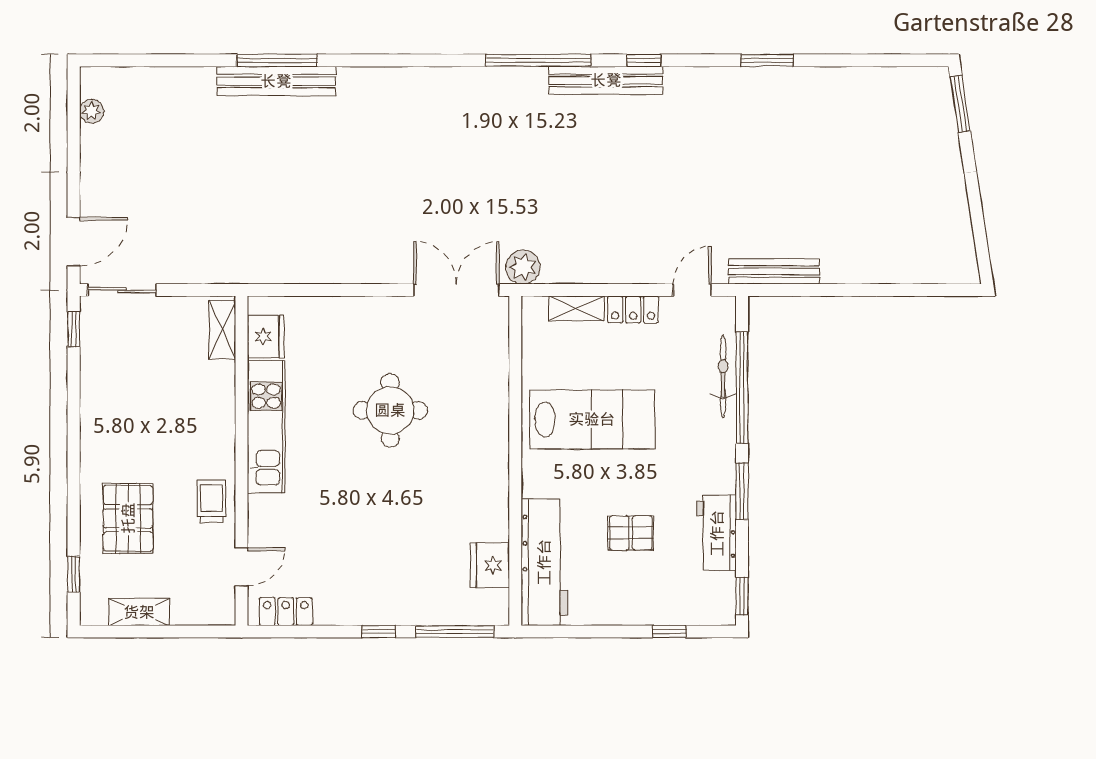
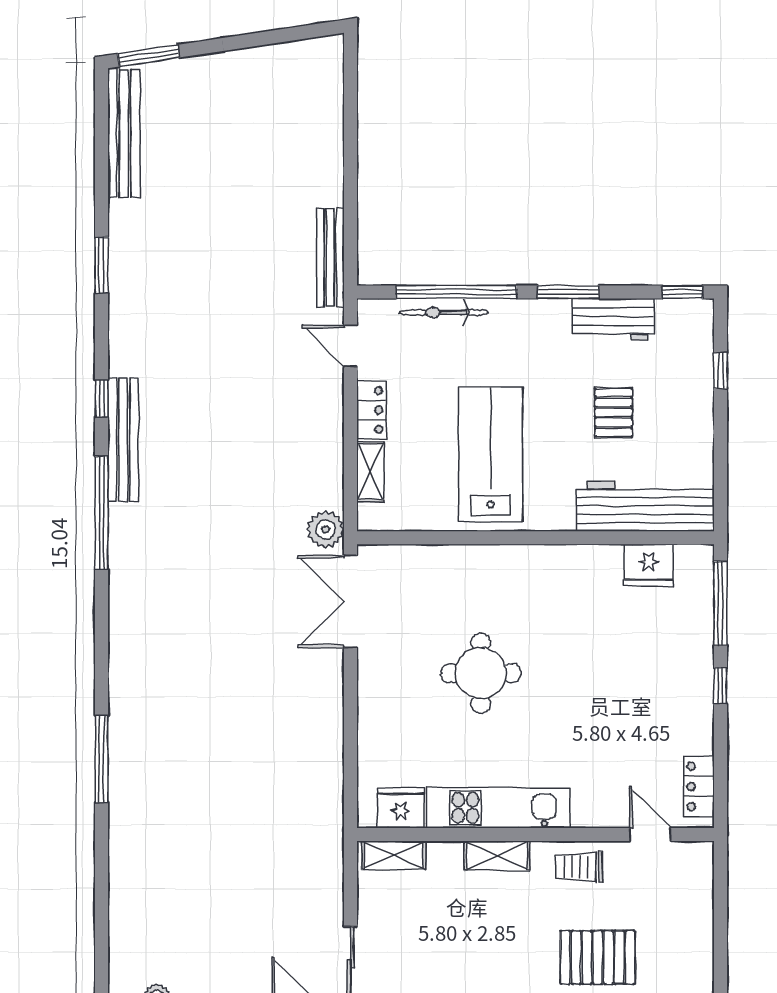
window: (277, 60) -> (102, 759), moved
bench: (276, 81) -> (124, 133), moved
shelving: (139, 612) -> (497, 856), moved, turned 90

